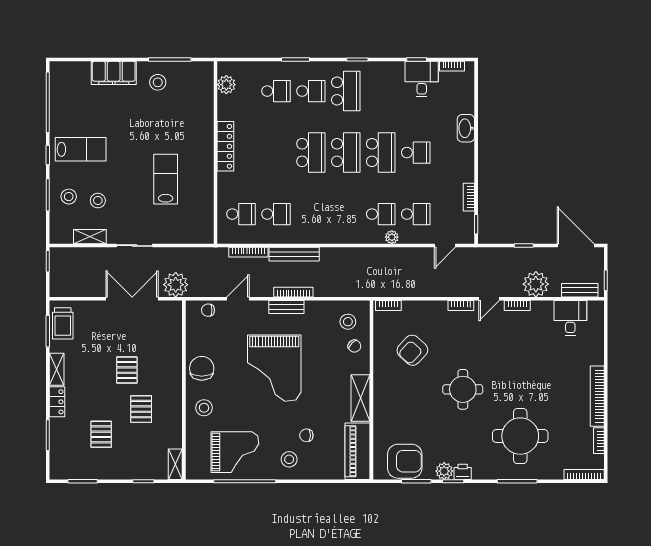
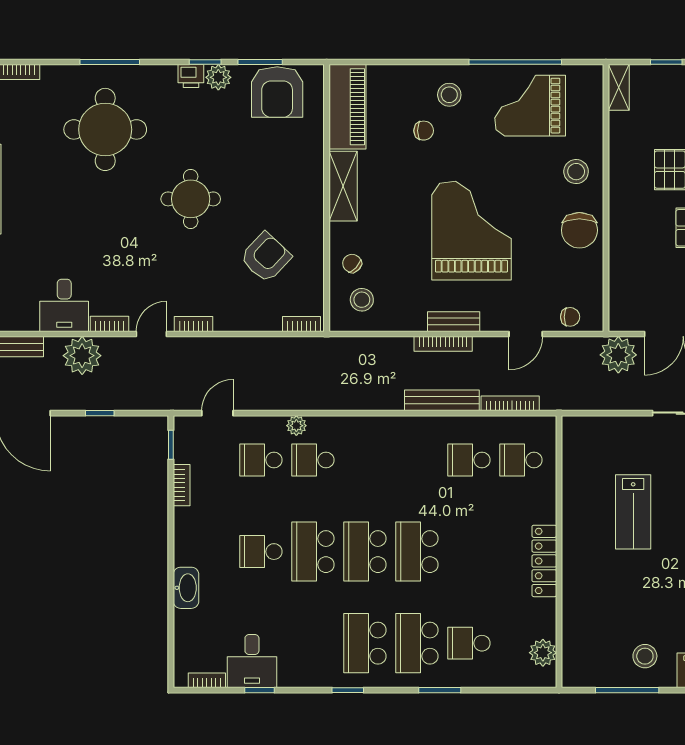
school desk: (311, 91) -> (417, 643), width x1.85
desk: (570, 318) -> (64, 305), moved
armchair: (405, 461) -> (277, 92), turned -90

